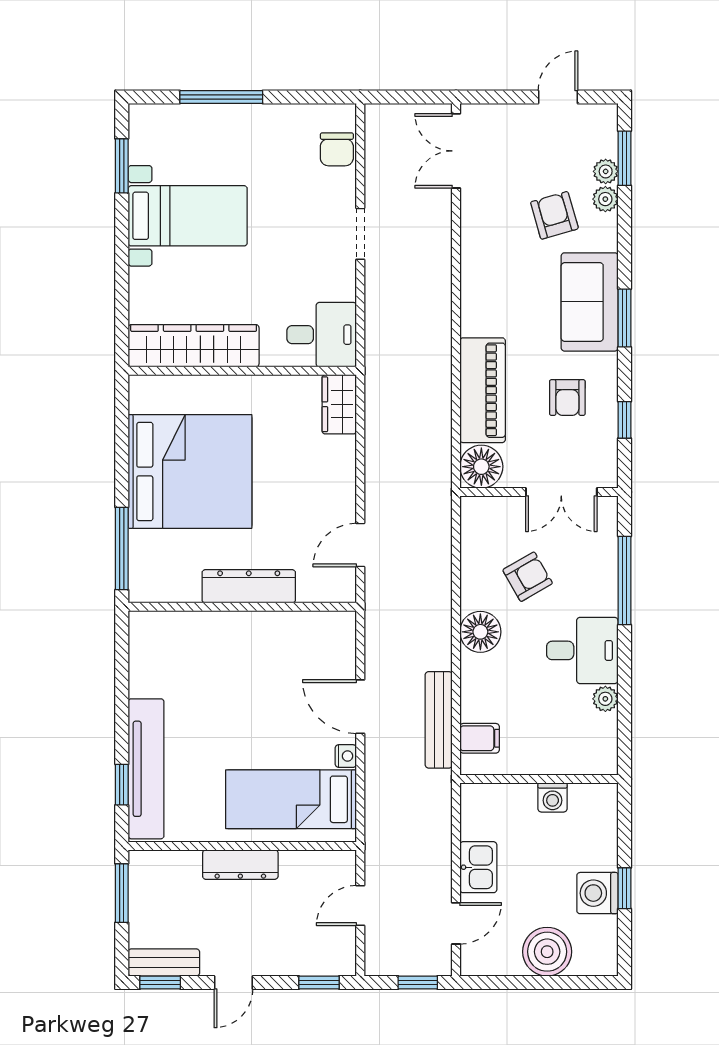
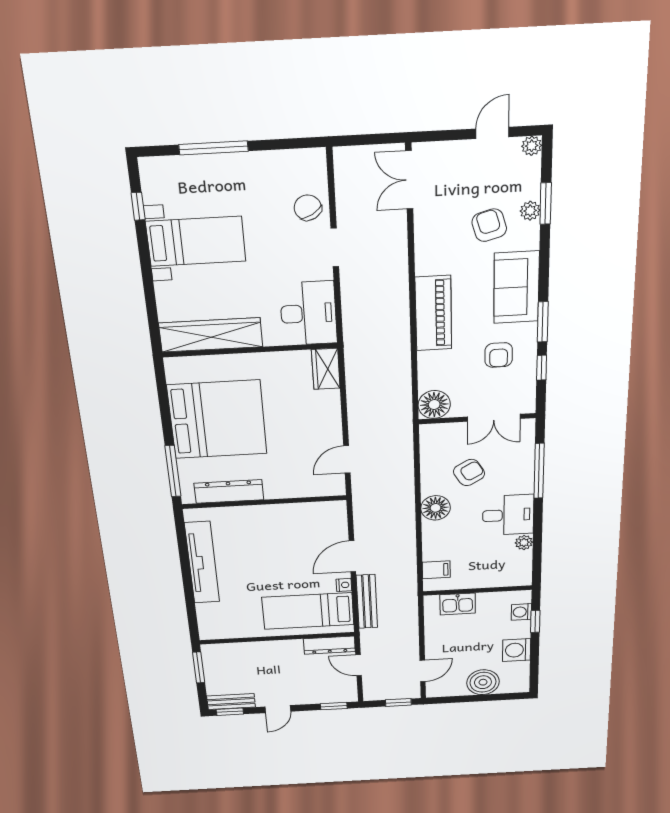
chair: (337, 149) -> (308, 208), moved, turned 149
window: (624, 158) -> (546, 204), moved
window: (122, 166) -> (138, 206), width x0.67
plant: (606, 171) -> (532, 146), moved
window: (624, 318) -> (543, 322), moved
desk: (322, 335) -> (308, 313), width x1.37
piano: (483, 390) -> (433, 313), moved
dresser: (249, 586) -> (229, 492), moved
door: (360, 707) -> (352, 556), hinge flipped
bench: (439, 720) -> (367, 602), moved
tv unit: (146, 769) -> (202, 563), moved
window: (122, 785) -> (191, 609), removed
washing machine: (553, 797) -> (521, 612), moved, turned 90
dresser: (240, 865) -> (329, 645), moved
kitchen sink: (478, 867) -> (458, 604), moved, turned 90
window: (624, 888) -> (535, 621), moved
door: (360, 905) -> (359, 665), hinge flipped

